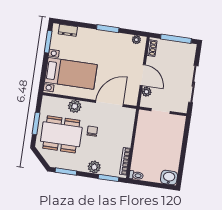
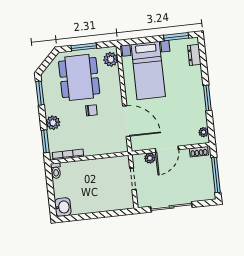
plant: (75, 106) -> (111, 59), moved

